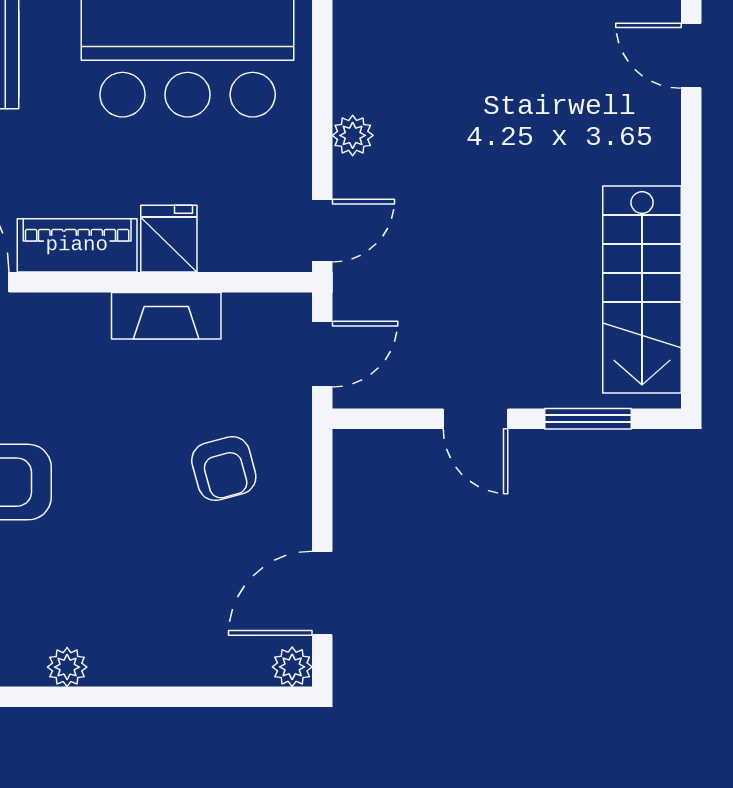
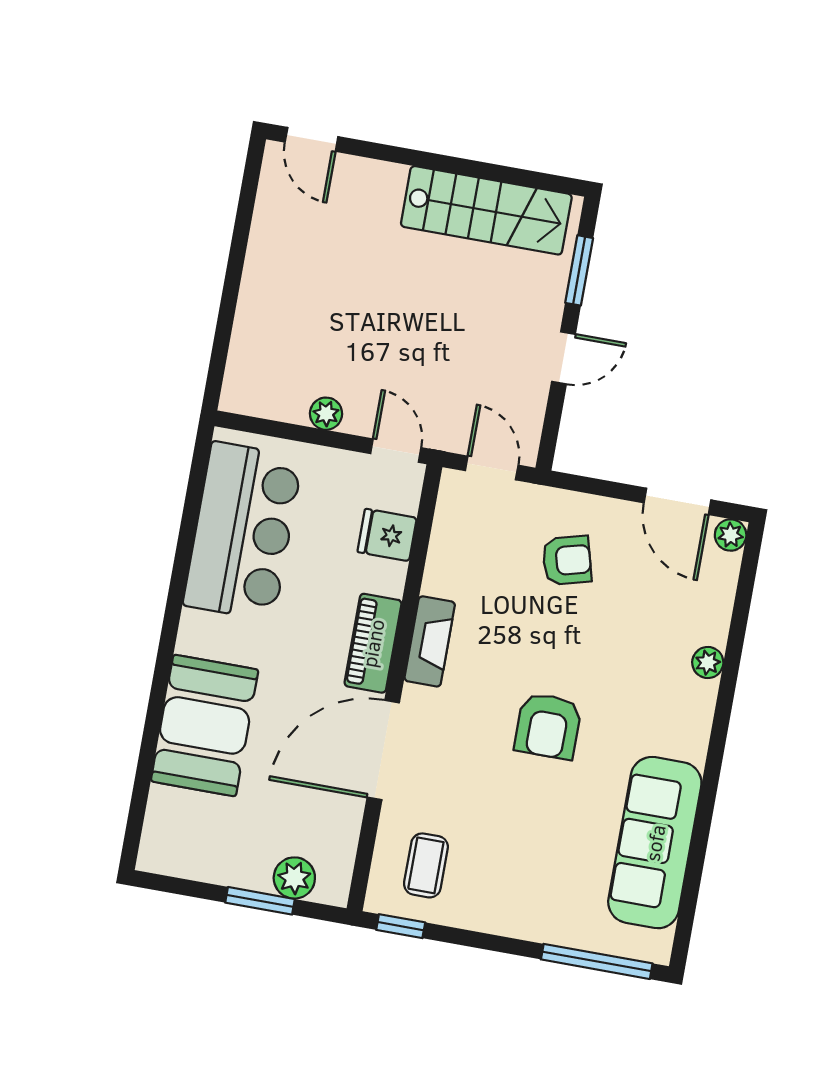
door: (691, 56) -> (312, 139), hinge flipped
fridge: (169, 239) -> (387, 535), moved
fireplace: (166, 316) -> (430, 641), moved
plant: (67, 667) -> (708, 663), moved

